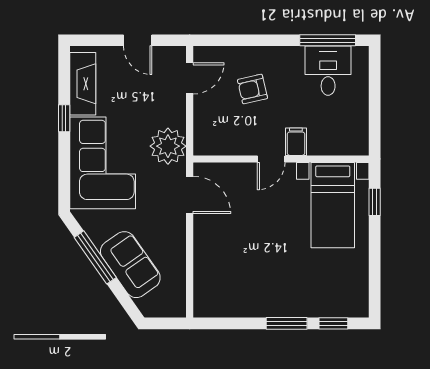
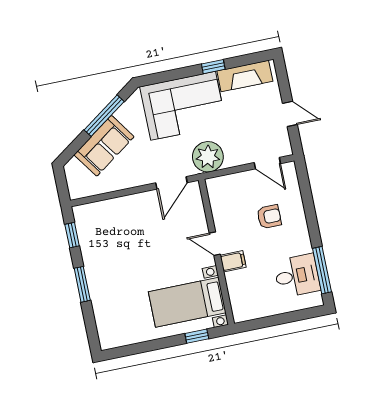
door: (138, 40) -> (290, 114), swing flipped
armchair: (252, 89) -> (269, 217), turned 103
window: (333, 323) -> (72, 235), moved

